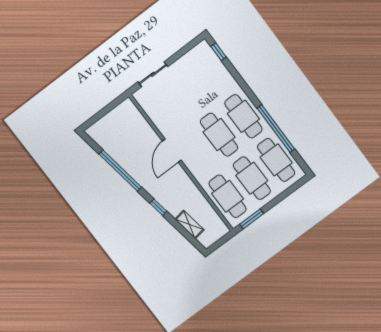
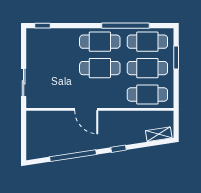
window: (252, 219) -> (176, 58), moved
shelving: (189, 224) -> (159, 134), moved

